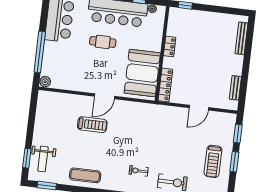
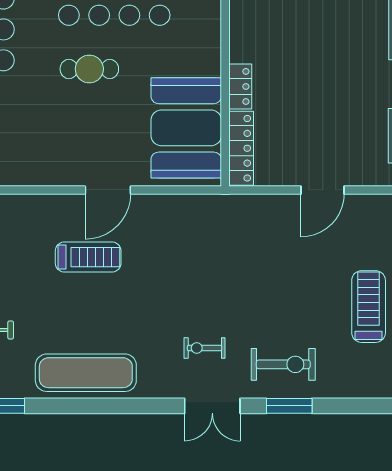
locker: (170, 47) -> (240, 86), moved
treadmill: (213, 161) -> (369, 307), turned 180
exercise mat: (85, 175) -> (86, 373), width x1.36, depth x1.45

